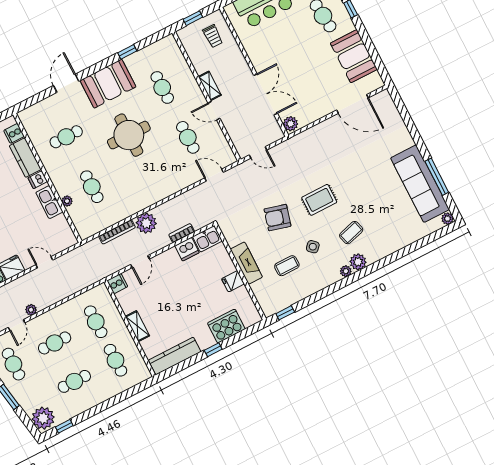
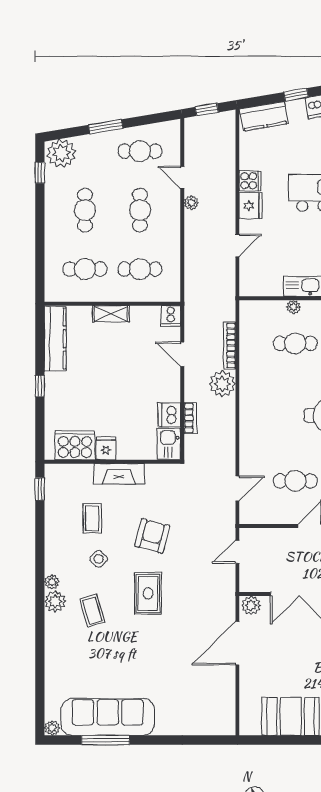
door: (352, 104) -> (237, 643), moved
cooker: (226, 326) -> (75, 445), moved, turned -90

